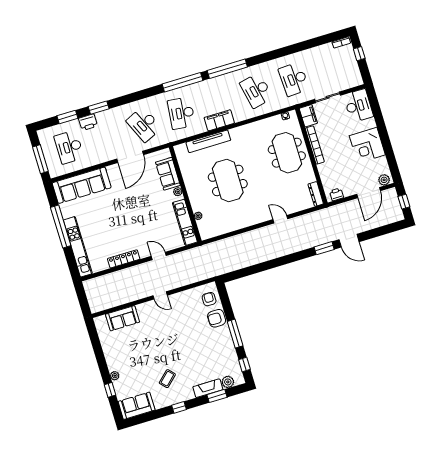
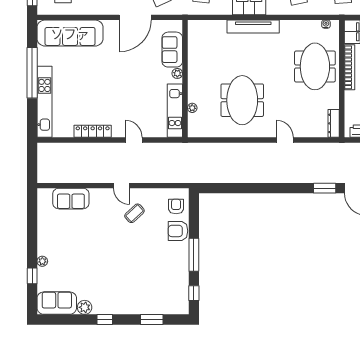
tv unit: (208, 141) -> (253, 27), moved
meeting table: (228, 180) -> (242, 100), moved
coffee table: (167, 379) -> (134, 213), moved
plant: (228, 382) -> (85, 307), moved
fireplace: (208, 388) -> (144, 308), removed

